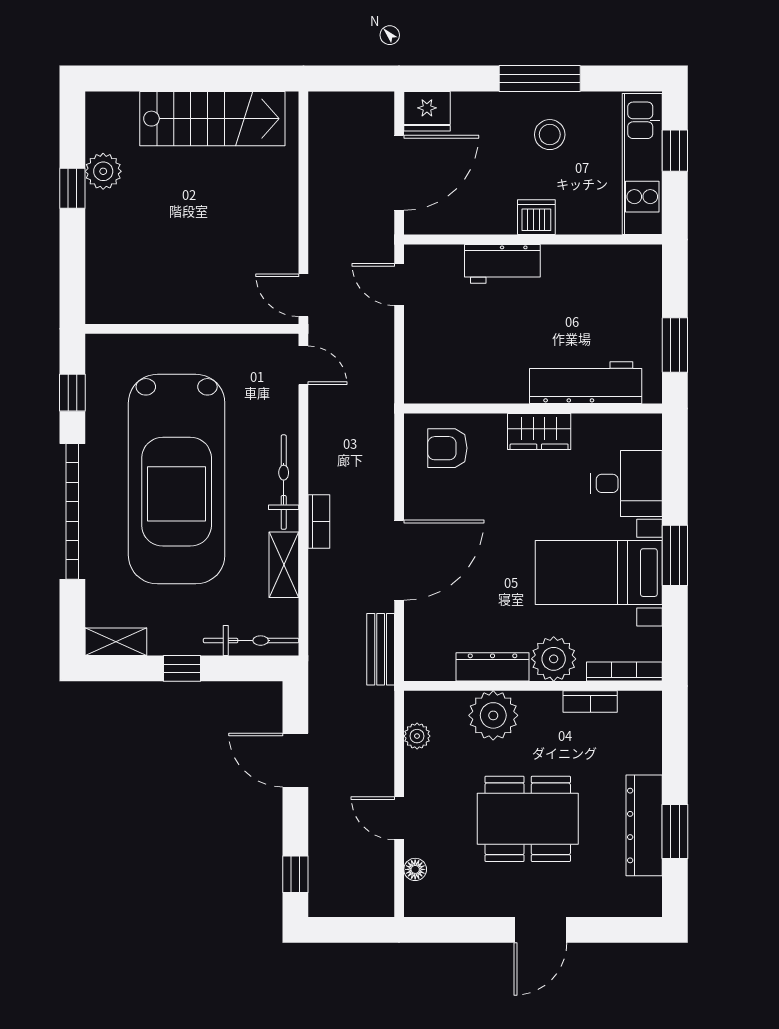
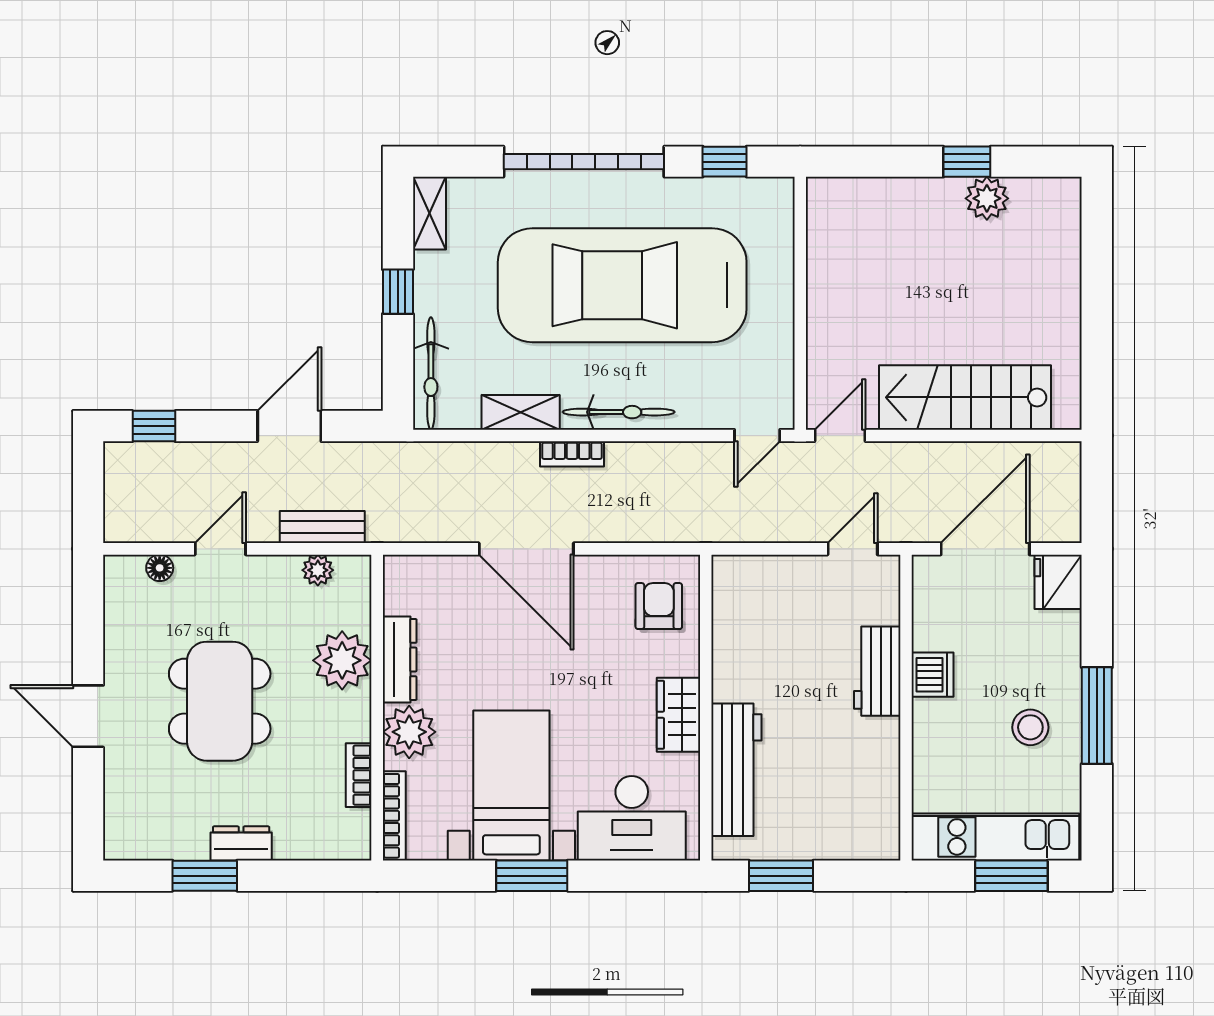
stairs: (212, 119) -> (965, 397), moved, turned 90
window: (675, 151) -> (1011, 876), width x1.50
door: (399, 173) -> (985, 549), swing flipped
dishwasher: (536, 217) -> (932, 675), moved
desk: (626, 483) -> (632, 818), width x1.37
bench: (381, 649) -> (322, 527), moved
dresser: (644, 825) -> (241, 843), width x0.51, depth x0.80

